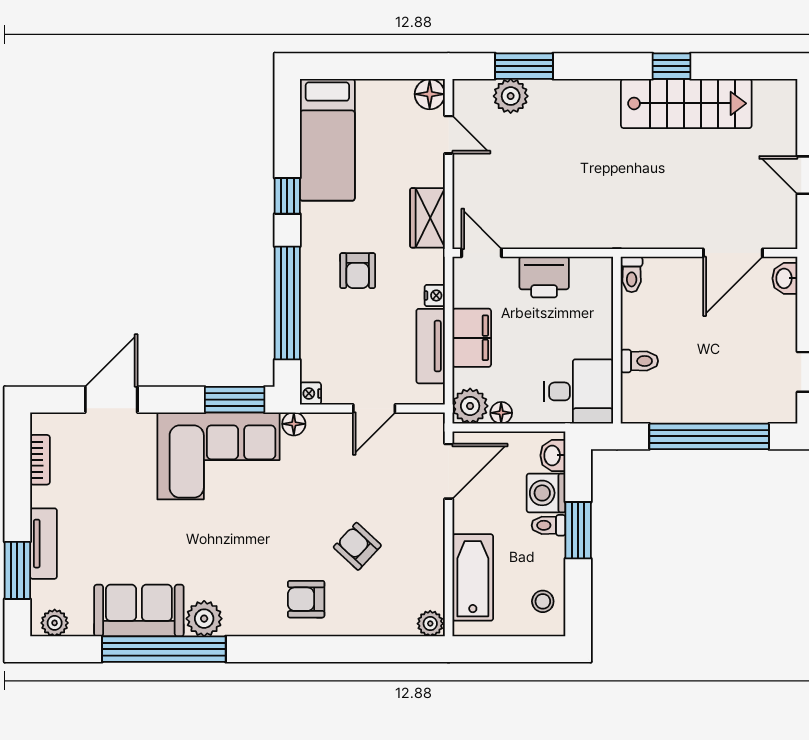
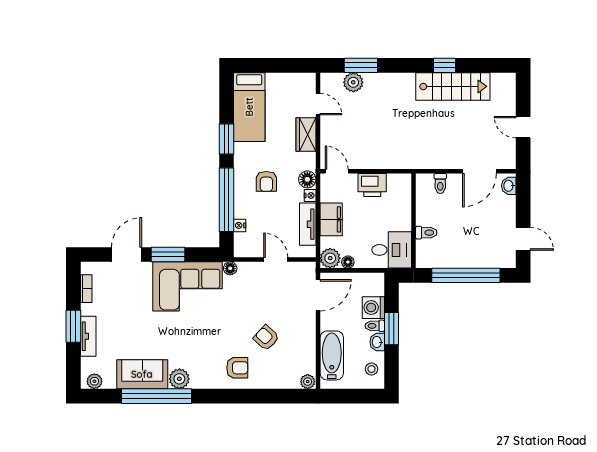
floor lamp: (430, 94) -> (307, 179), moved
window: (287, 196) -> (226, 139), width x1.50
wardrobe: (427, 218) -> (306, 135), moved
toilet: (632, 274) -> (440, 184), moved
nightstand: (310, 393) -> (240, 225), moved
window: (235, 400) -> (168, 255), moved
door: (374, 408) -> (276, 260), swing flipped
washbasin: (553, 455) -> (377, 342), moved
window: (17, 570) -> (73, 326), moved
armchair: (306, 599) -> (237, 368), turned 180

